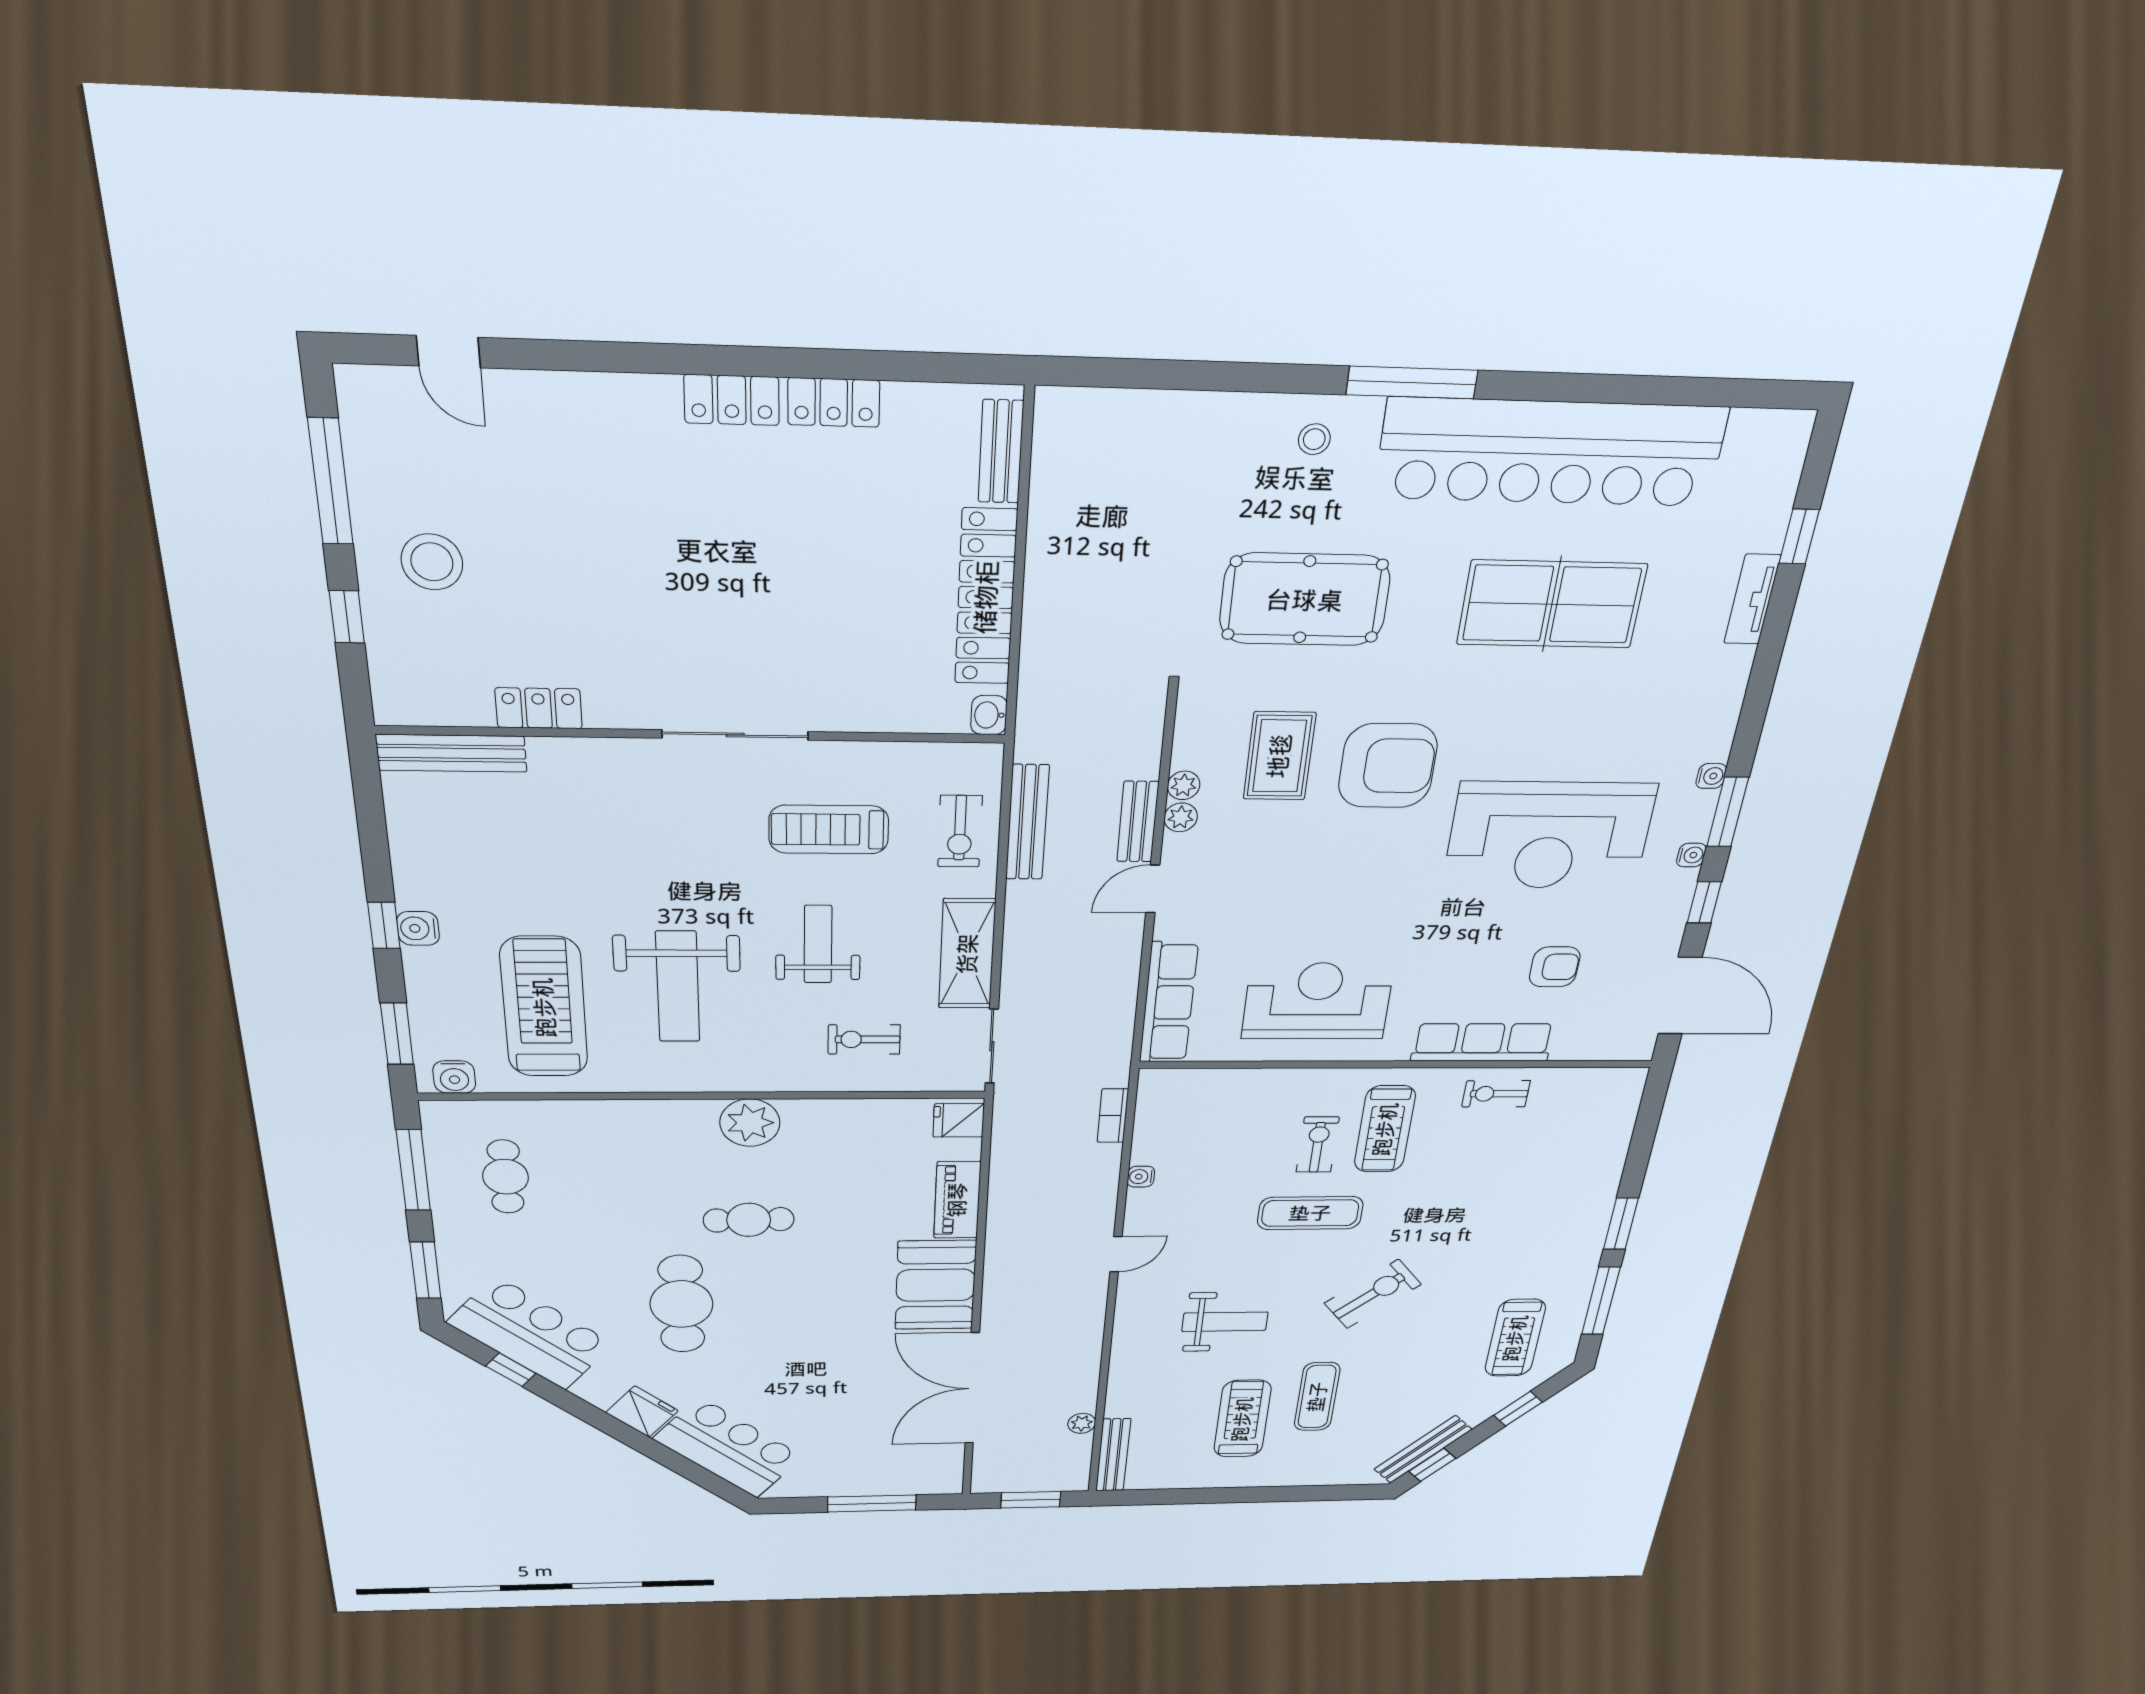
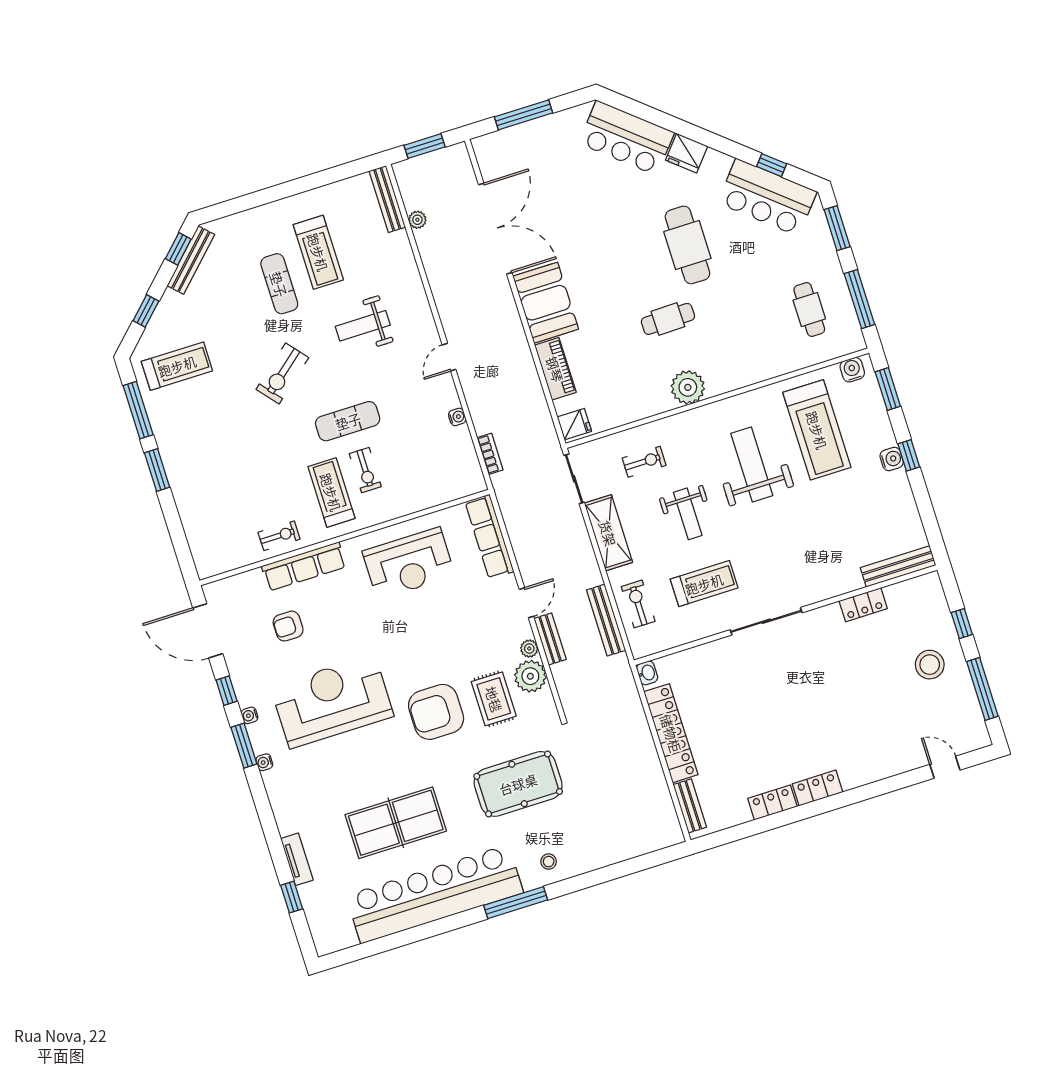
plant: (1184, 785) -> (530, 676), width x1.88, depth x1.88
treadmill: (1515, 1338) -> (177, 366), turned 90

